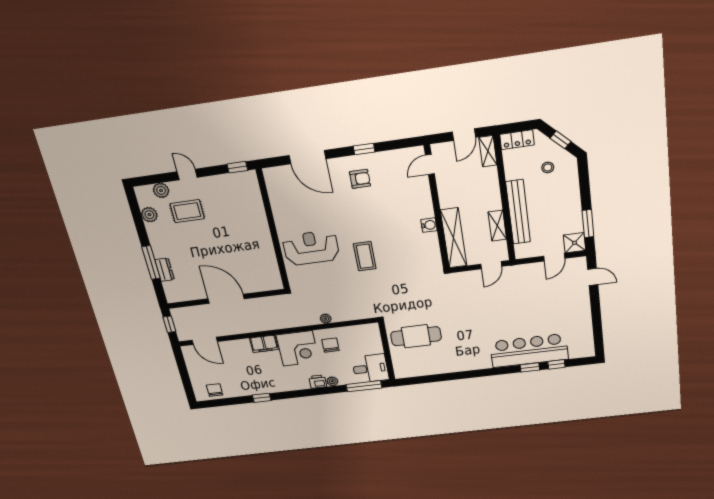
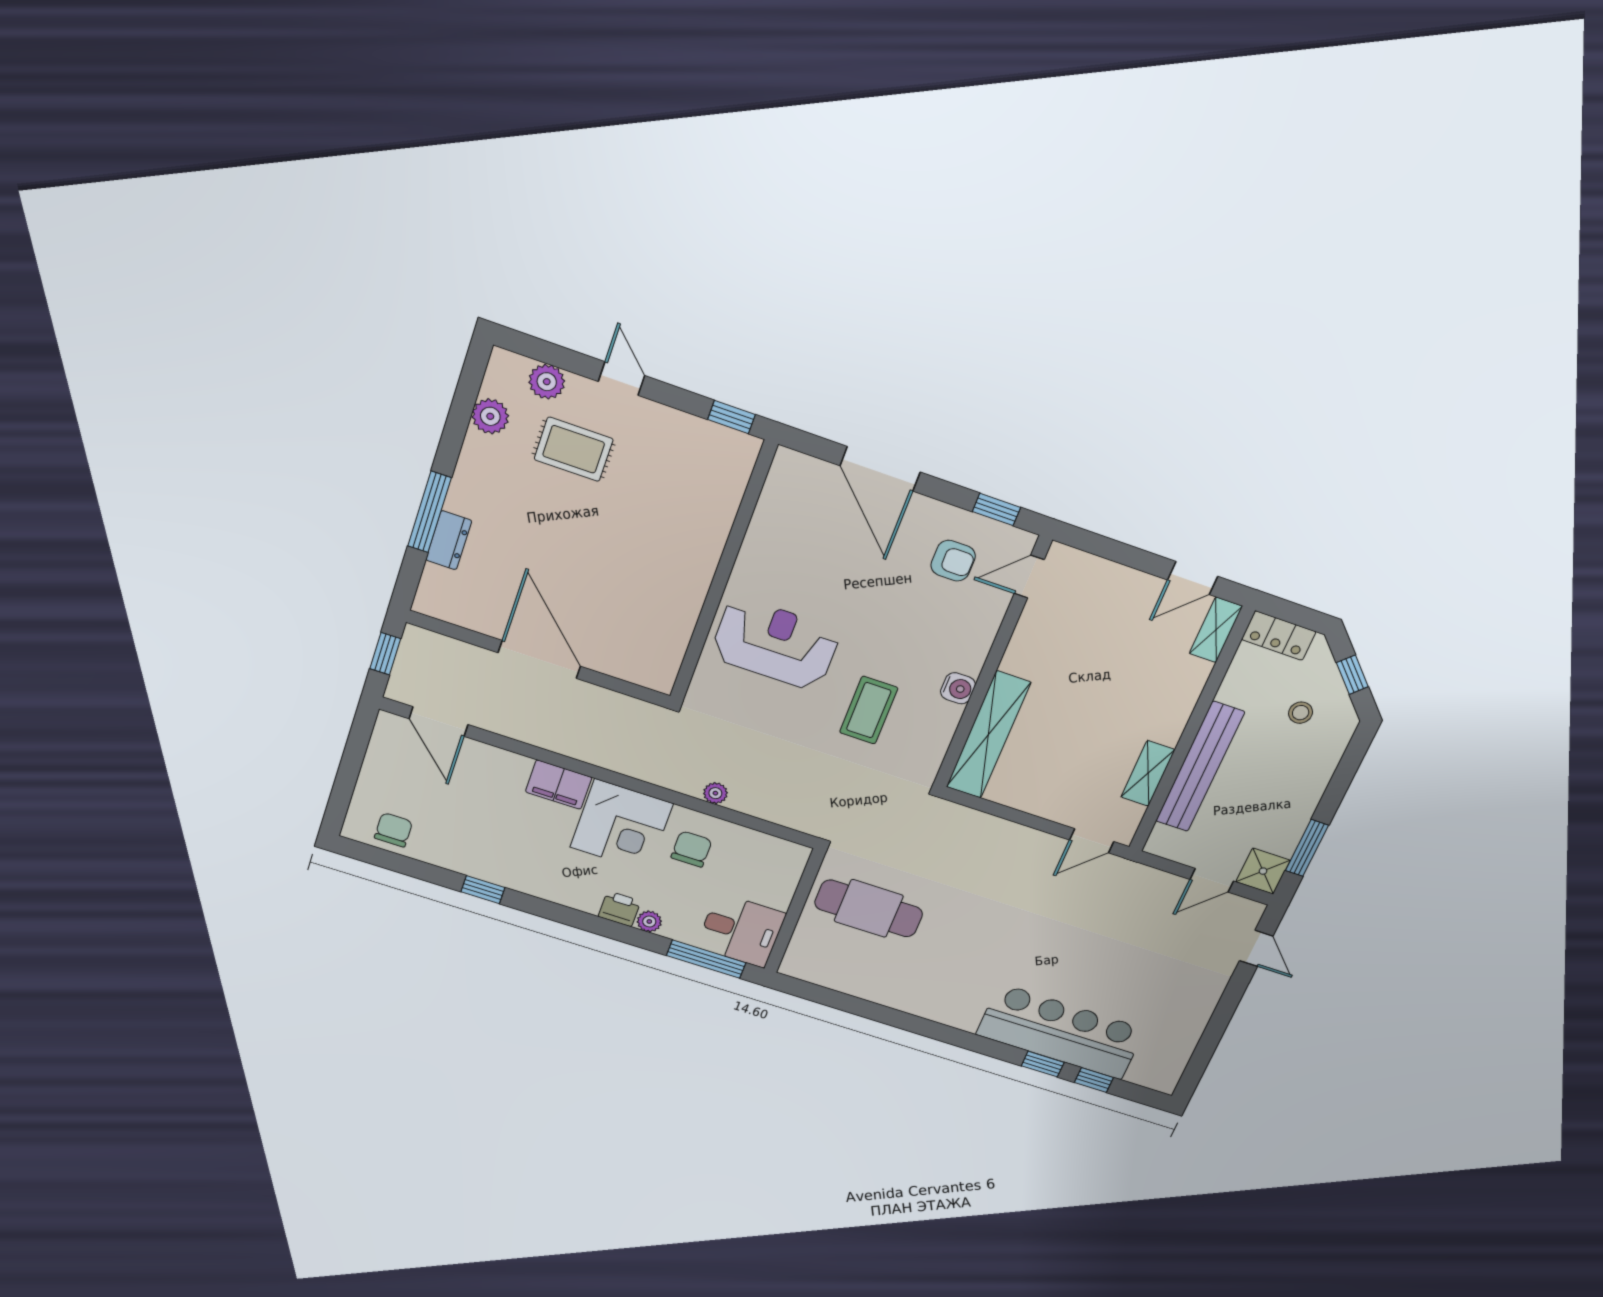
door: (430, 164) -> (1029, 577), moved
wall: (437, 208) -> (992, 664), moved
water cooler: (429, 225) -> (958, 688), moved
shelving: (454, 238) -> (988, 735), moved

